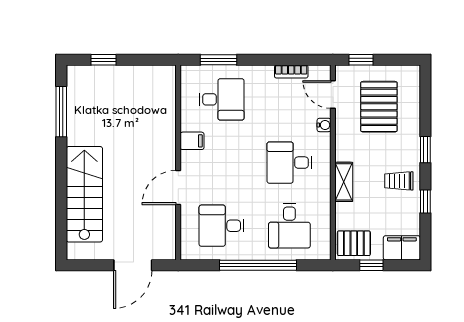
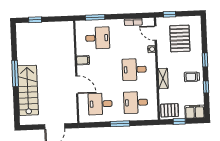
window: (61, 112) -> (15, 73), moved
door: (178, 187) -> (77, 85), swing flipped
desk: (289, 226) -> (136, 102), turned 90
window: (258, 265) -> (120, 124), width x0.47

